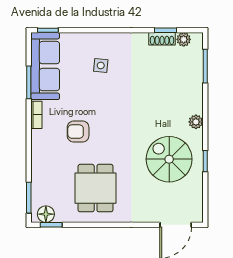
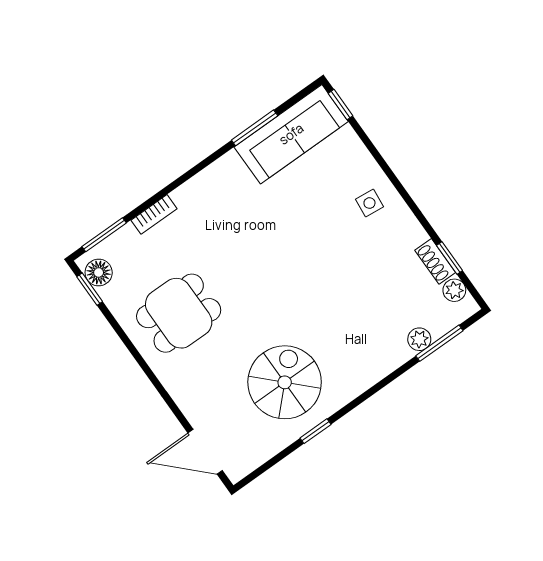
side table: (101, 65) -> (369, 203), moved
bookcase: (36, 115) -> (154, 214), moved
plant: (196, 122) -> (419, 339), moved
armchair: (78, 132) -> (236, 238), removed

